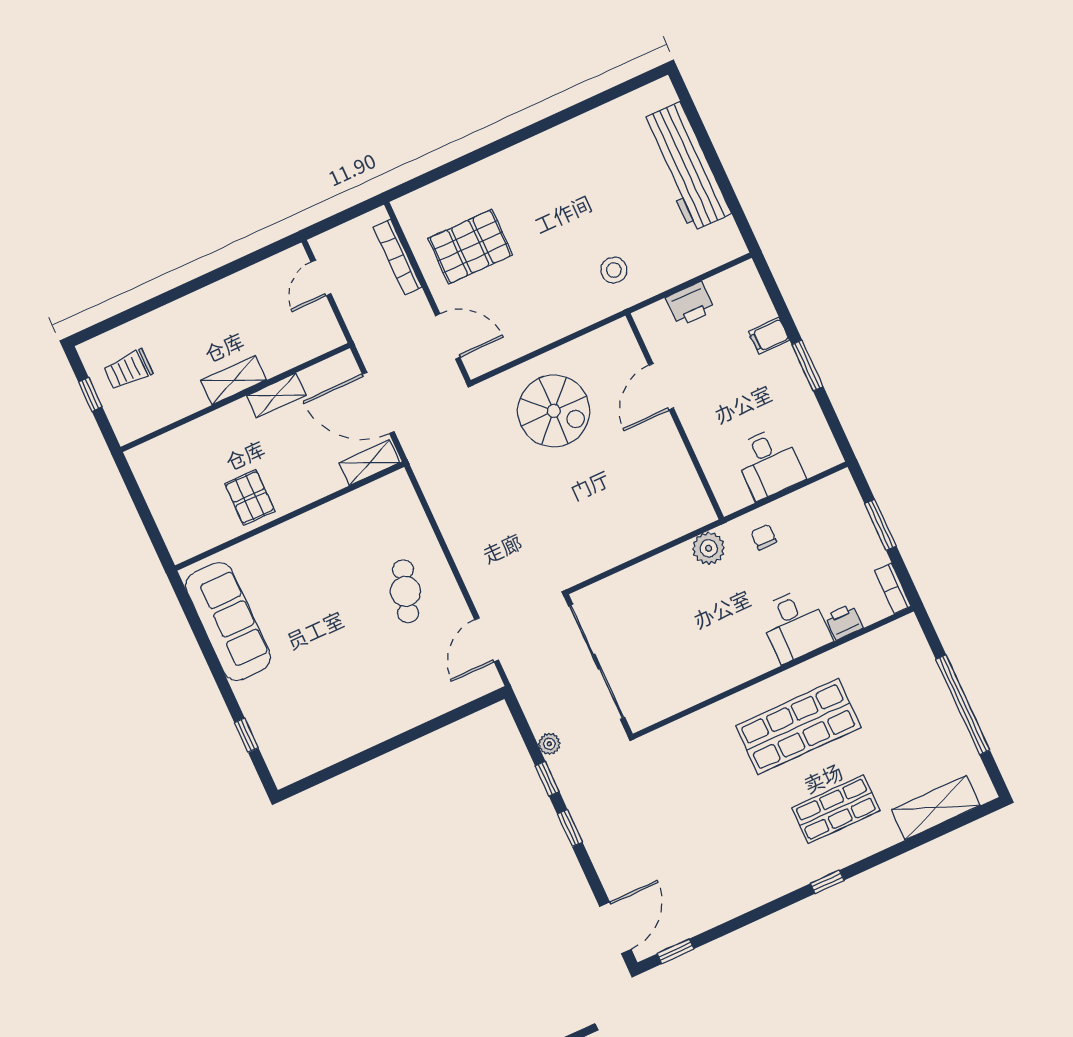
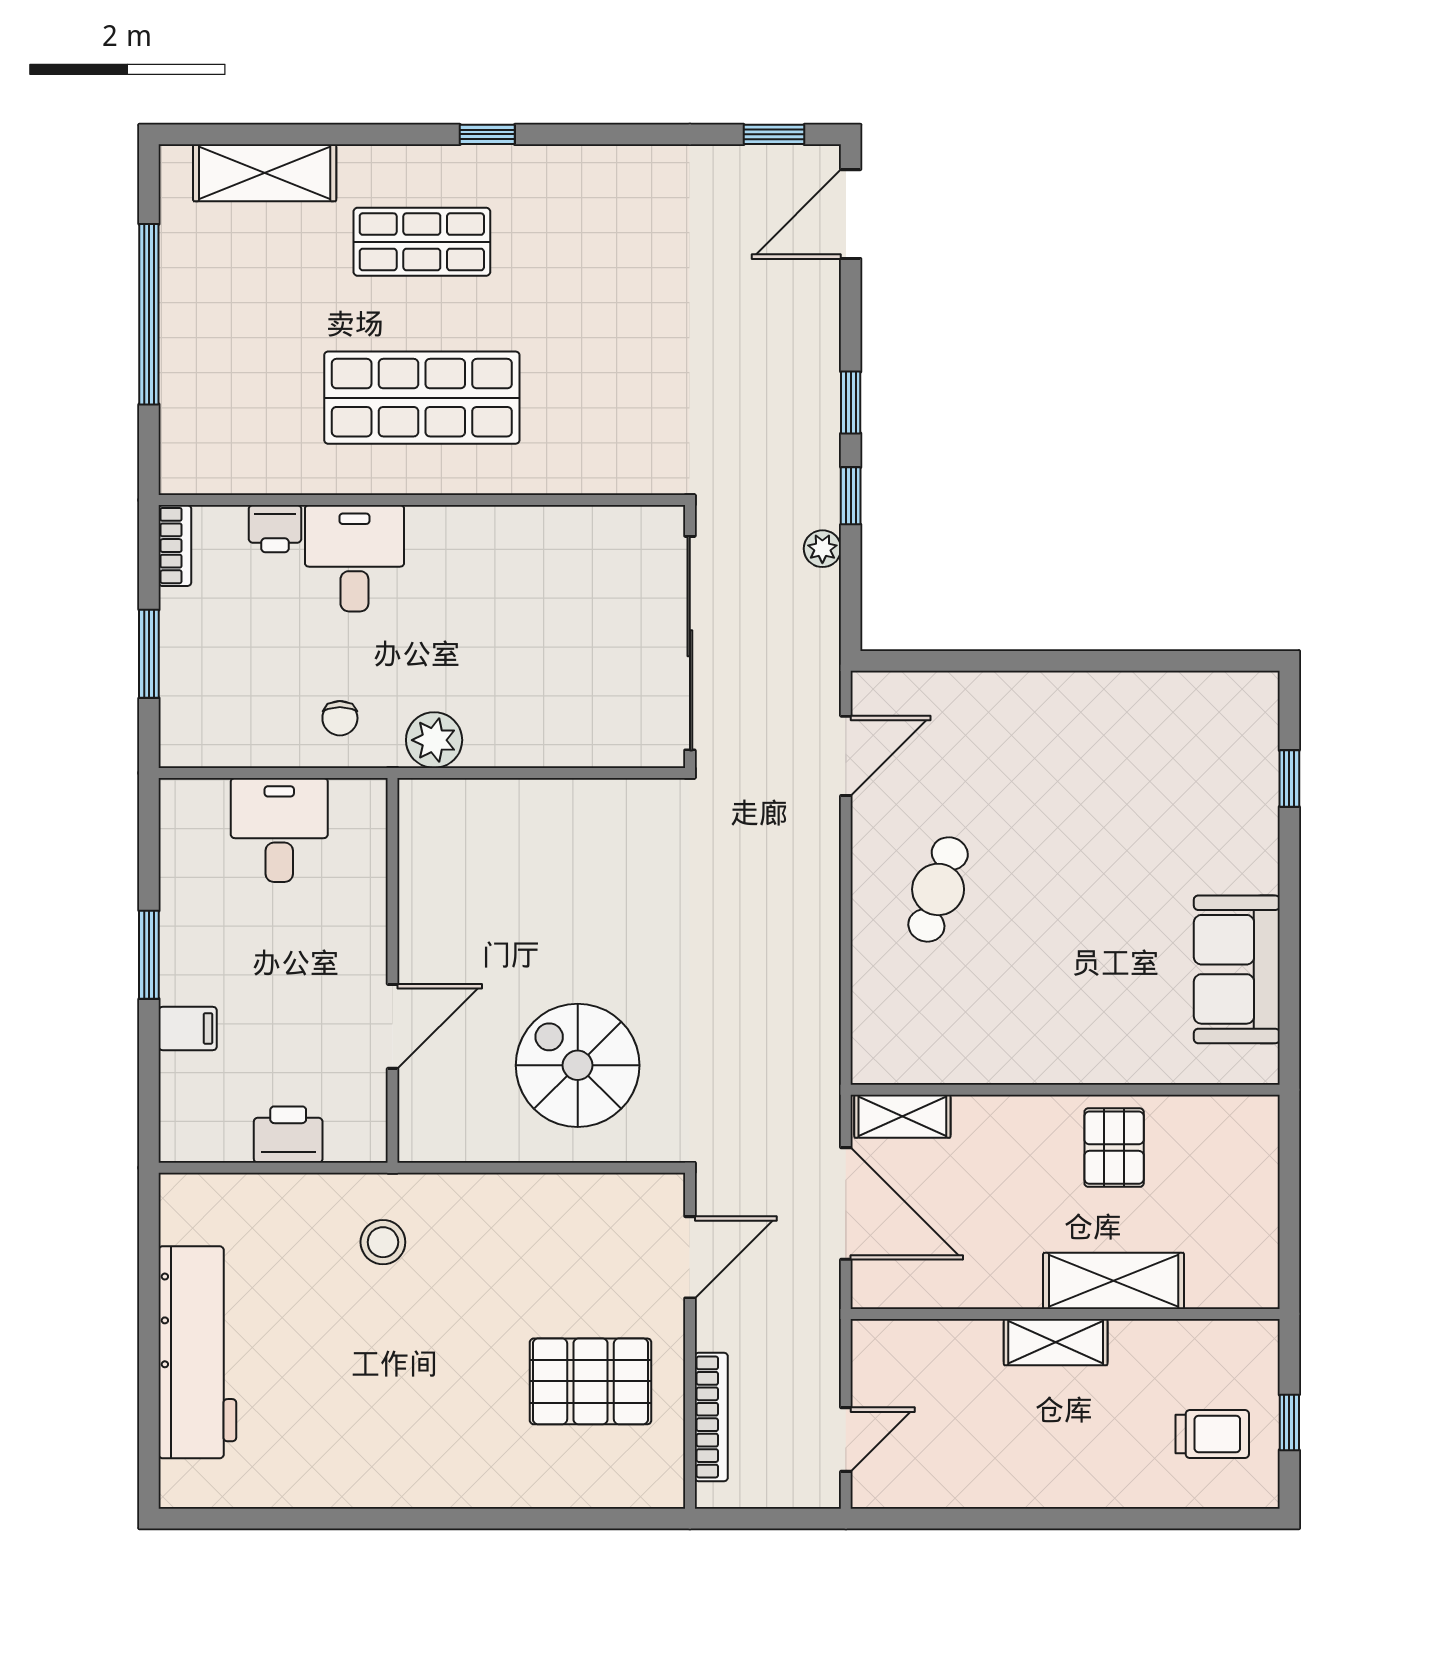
door: (448, 336) -> (690, 1257), swing flipped
shelving: (276, 395) -> (1114, 1281), moved, width x1.50, depth x1.33
sofa: (228, 622) -> (1237, 969), width x0.73

